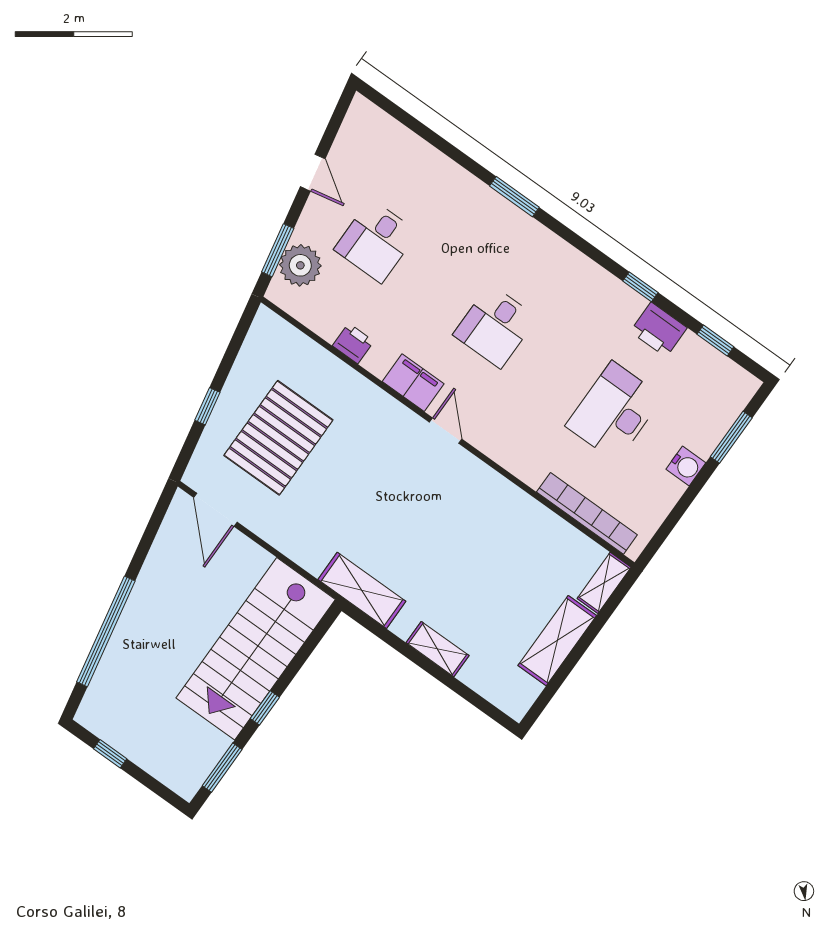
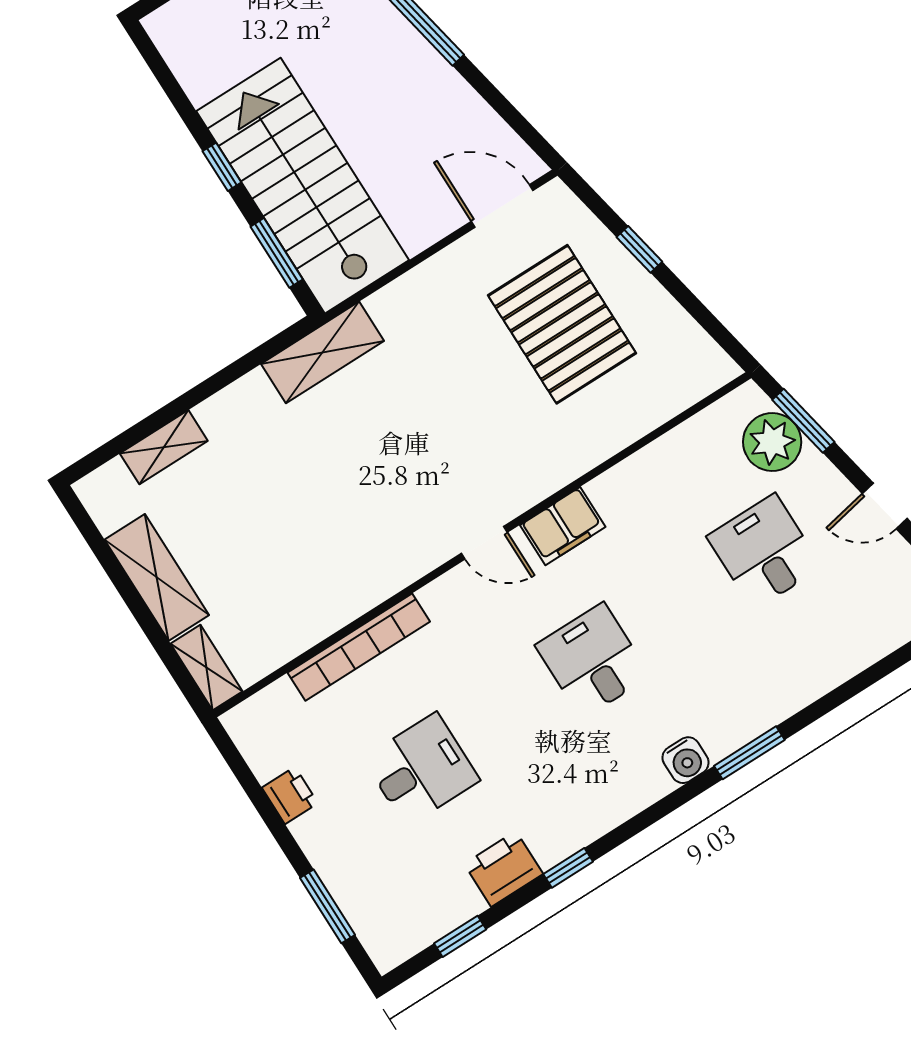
printer: (353, 343) -> (290, 795), moved, turned -90
desk: (614, 412) -> (421, 769), width x0.73
water cooler: (686, 466) -> (686, 760), moved, turned -90
bookcase: (587, 513) -> (359, 647), moved
shelving: (438, 649) -> (164, 447), moved
window: (222, 768) -> (277, 253), moved

